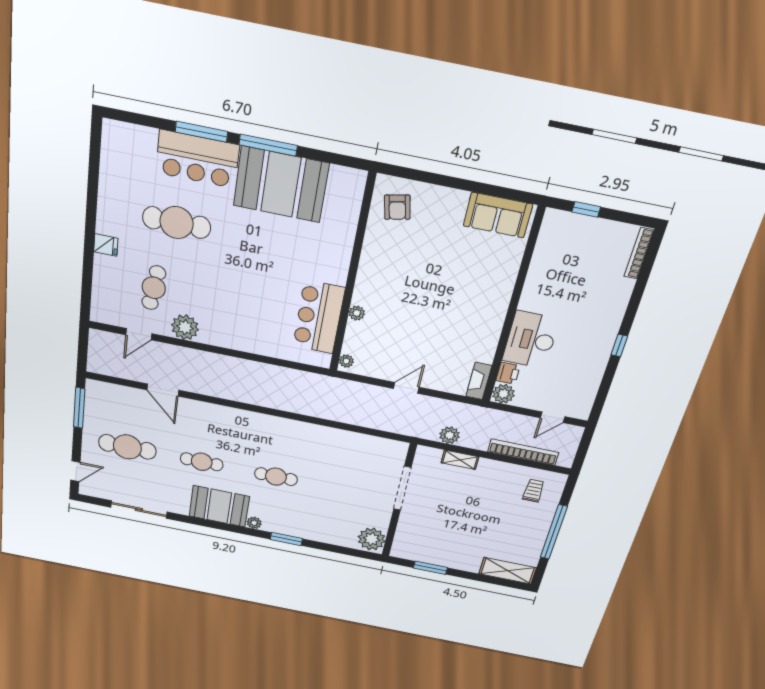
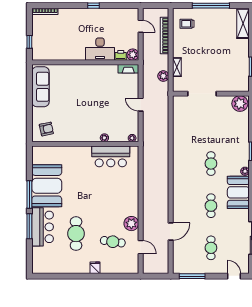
sofa: (498, 215) -> (40, 87), width x1.36
cafe table: (127, 447) -> (211, 248), width x0.73, depth x0.74

